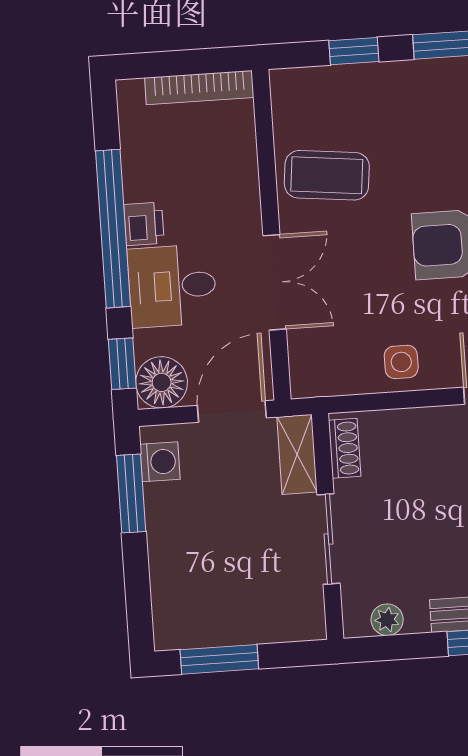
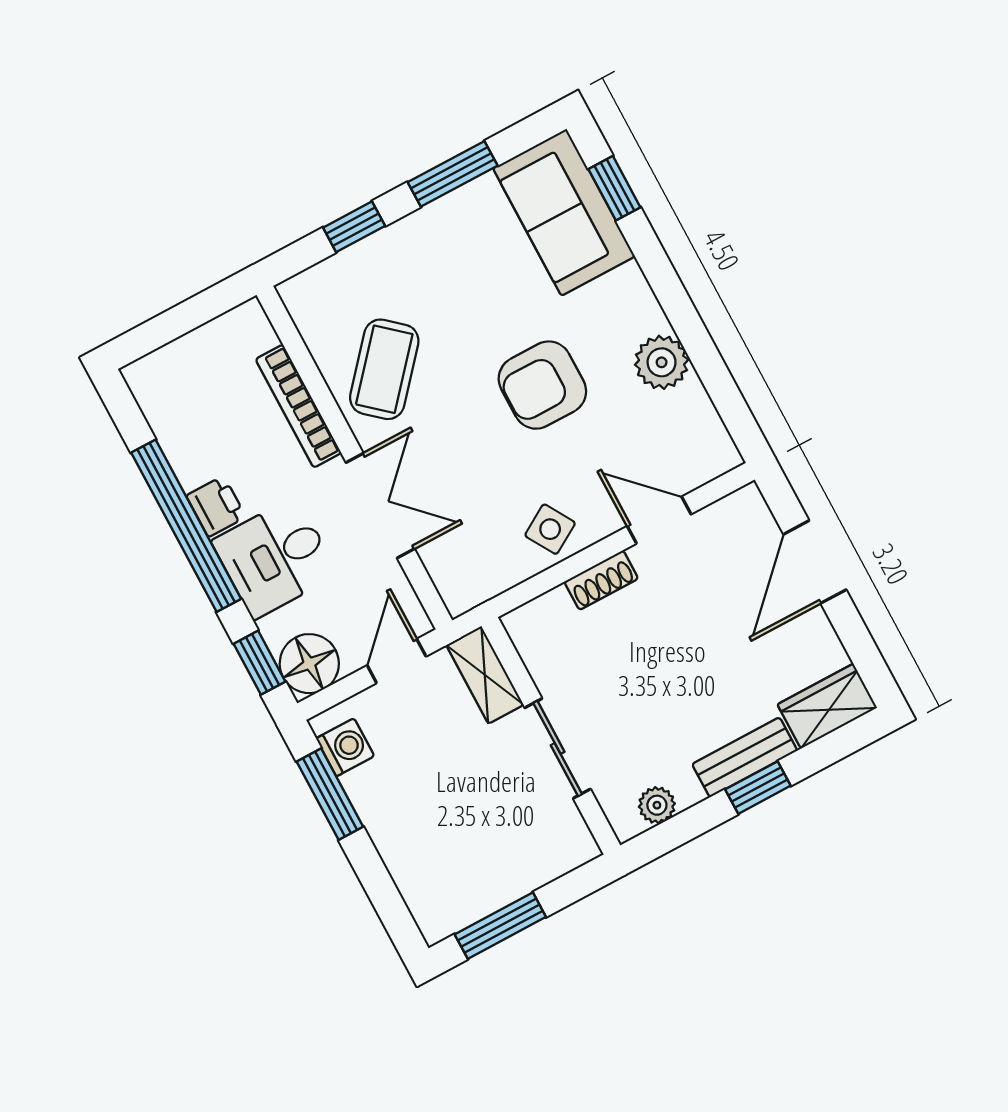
bookcase: (199, 88) -> (298, 406), moved, turned 90
coffee table: (327, 175) -> (384, 369), turned -55
side table: (401, 362) -> (550, 529), turned -31
door: (232, 412) -> (397, 661), width x0.73
shoe rack: (345, 448) -> (601, 580), moved, turned 90

